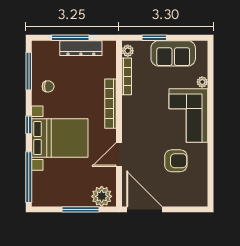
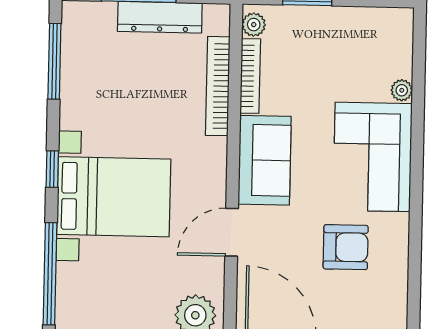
sofa: (173, 53) -> (265, 160), moved, turned -90
chair: (48, 86) -> (93, 93), removed
bookcase: (110, 104) -> (218, 86), moved

